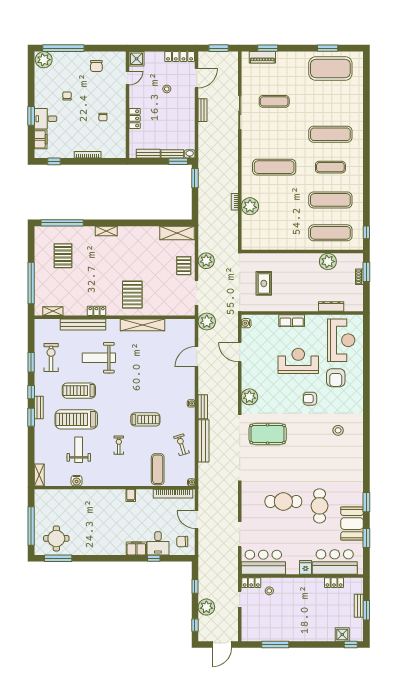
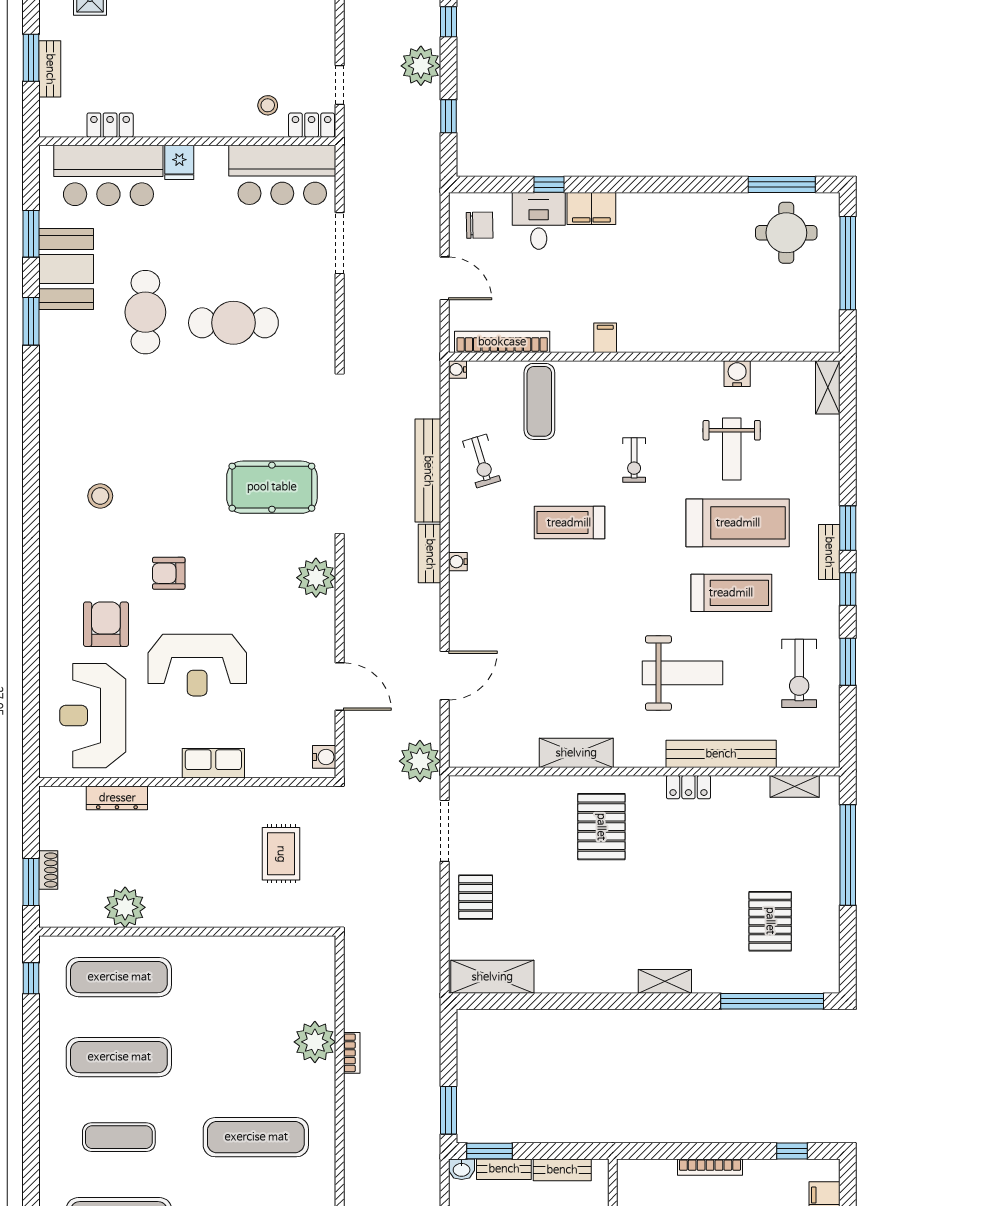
plant: (206, 261) -> (421, 909), removed
shelving: (143, 325) -> (576, 753), width x0.68
armchair: (310, 399) -> (169, 573), turned 180

